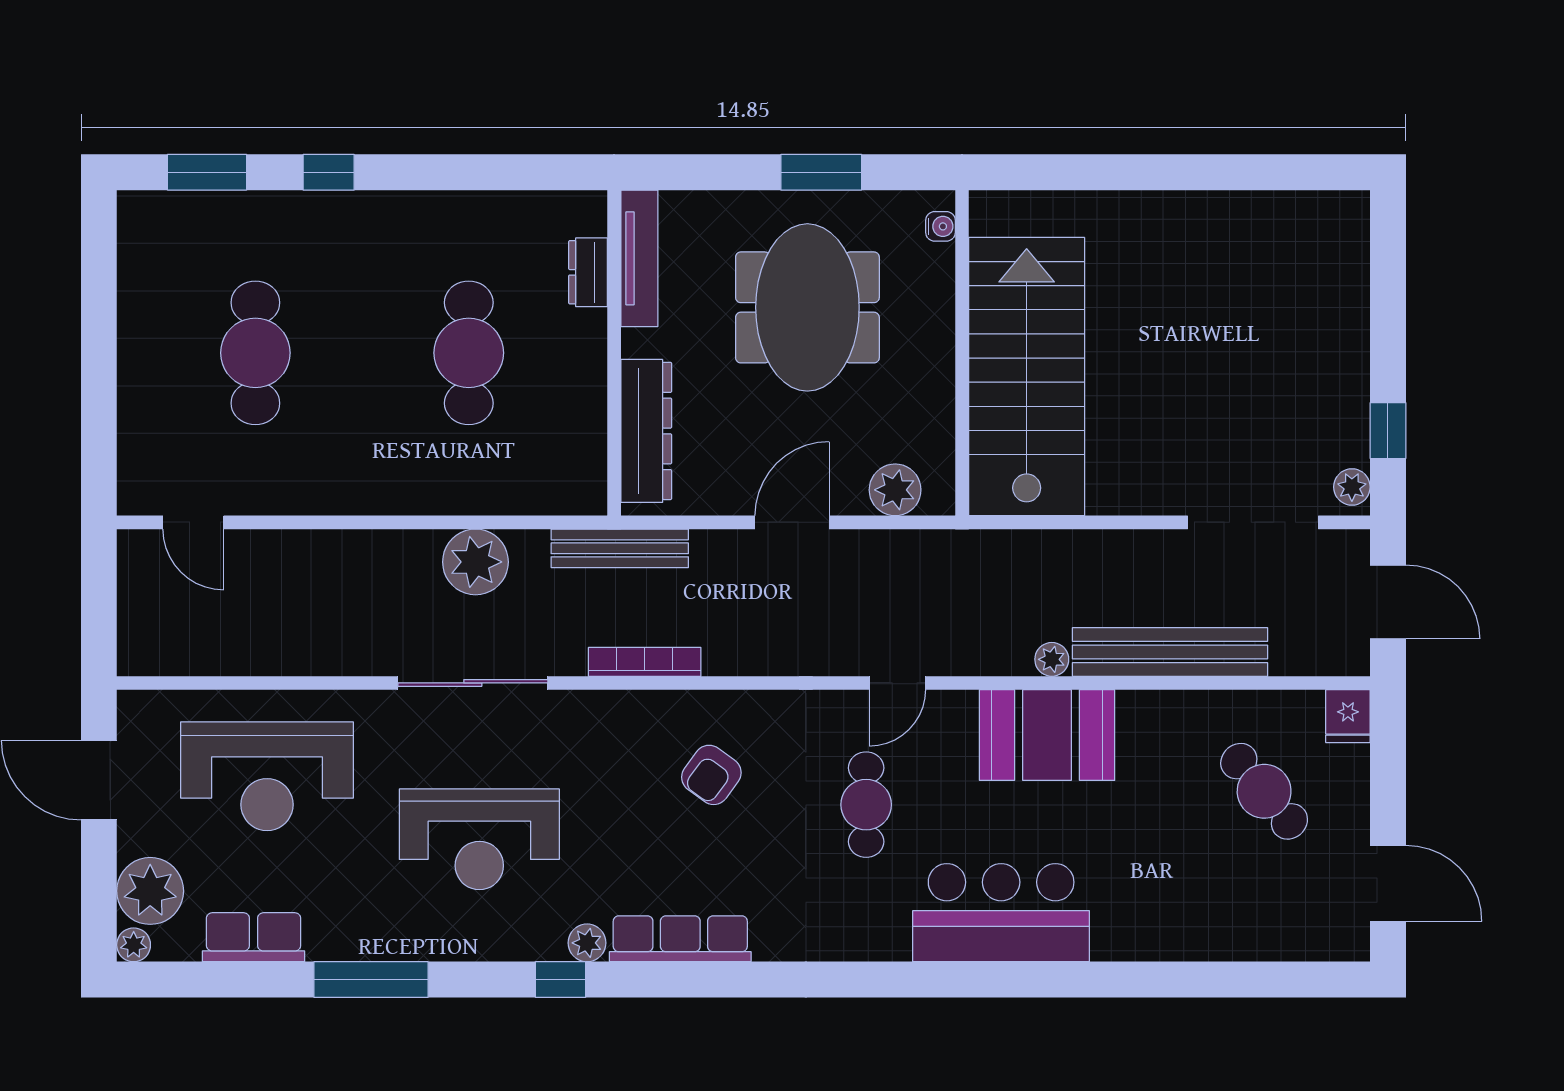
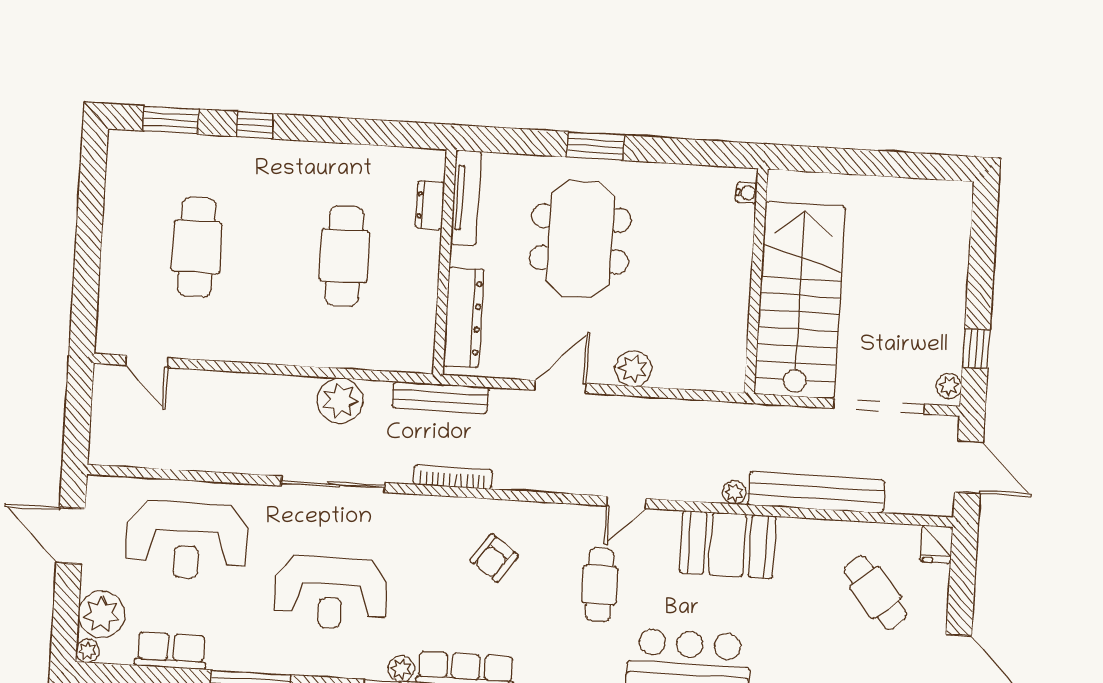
water cooler: (941, 226) -> (747, 193), moved
wall: (962, 353) -> (756, 281), moved
stairs: (1027, 377) -> (800, 300), moved

